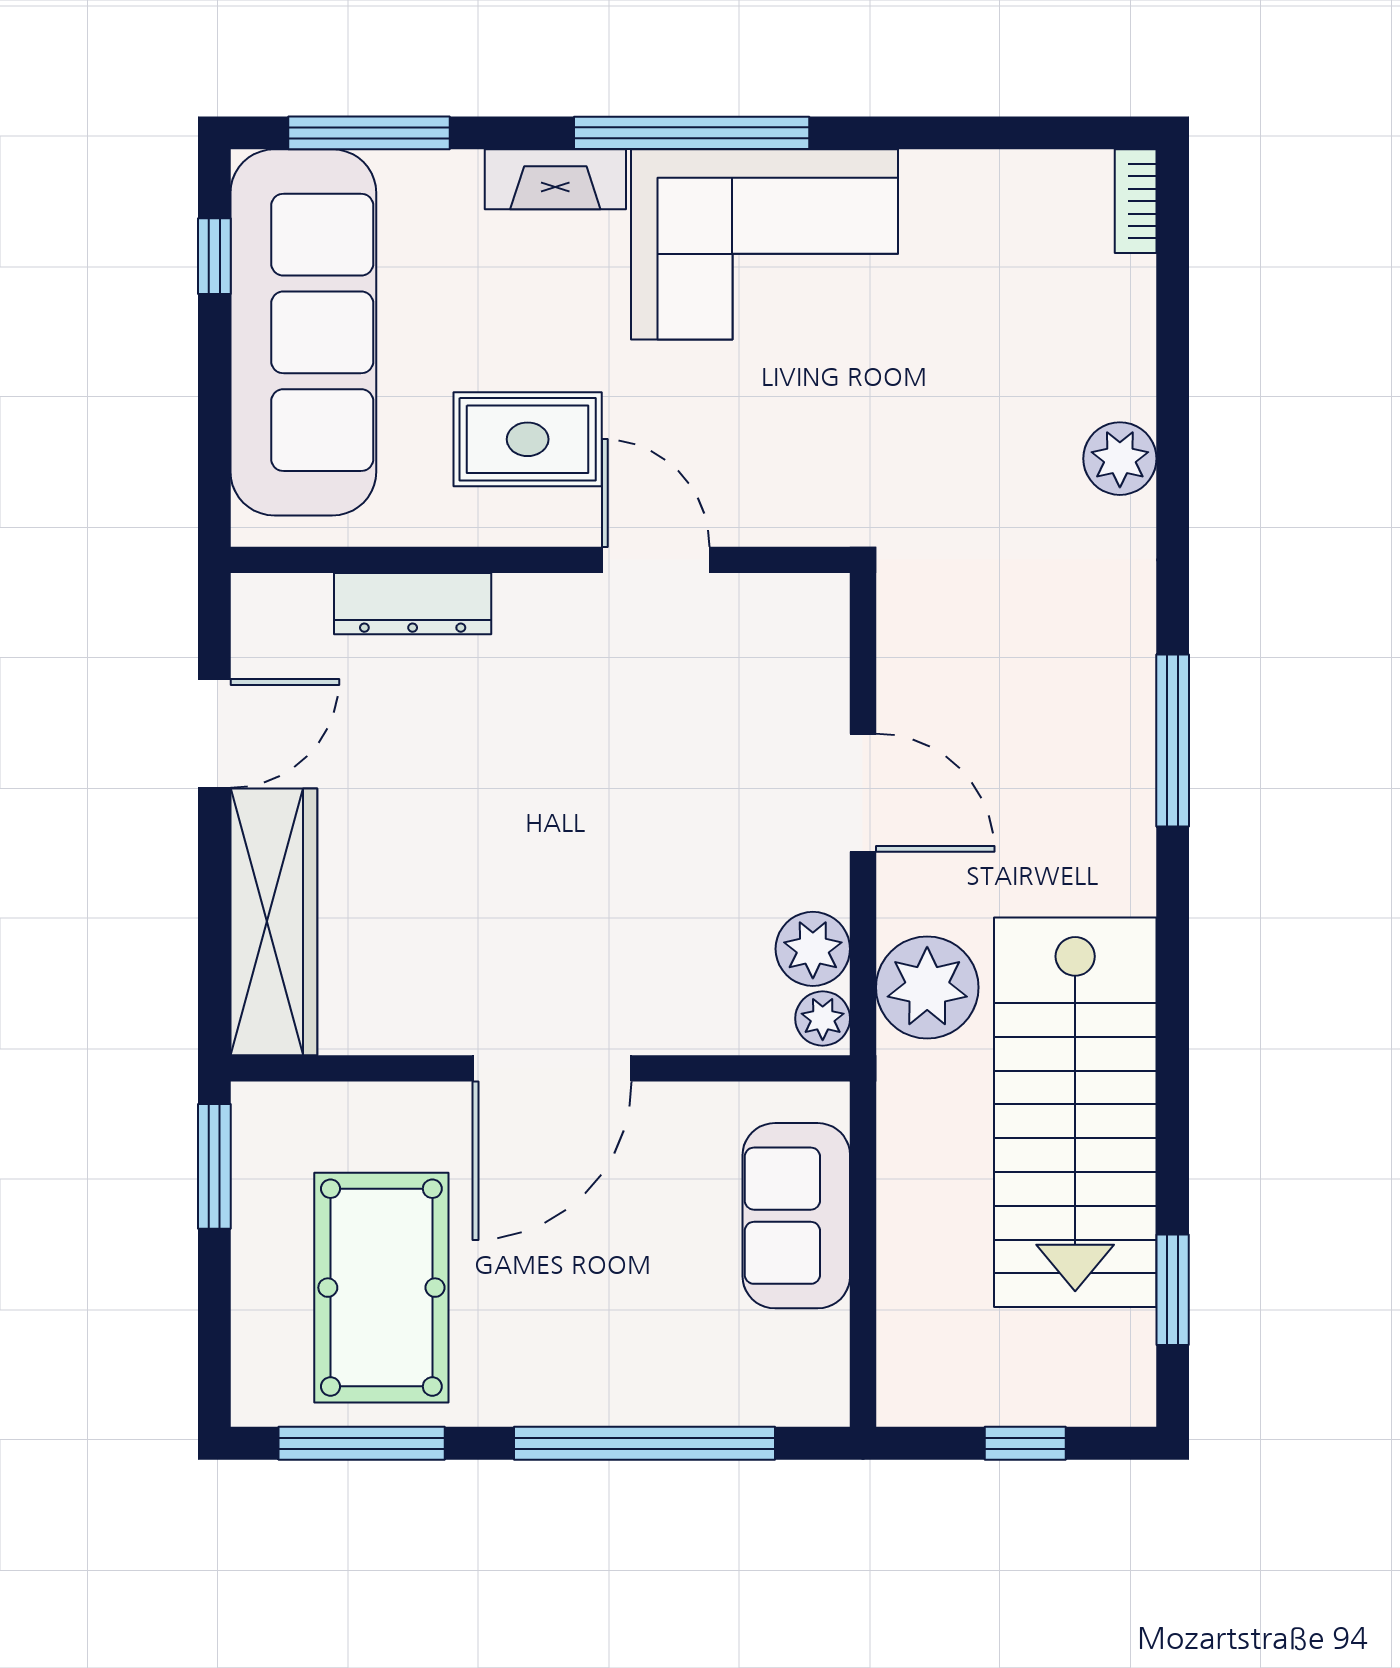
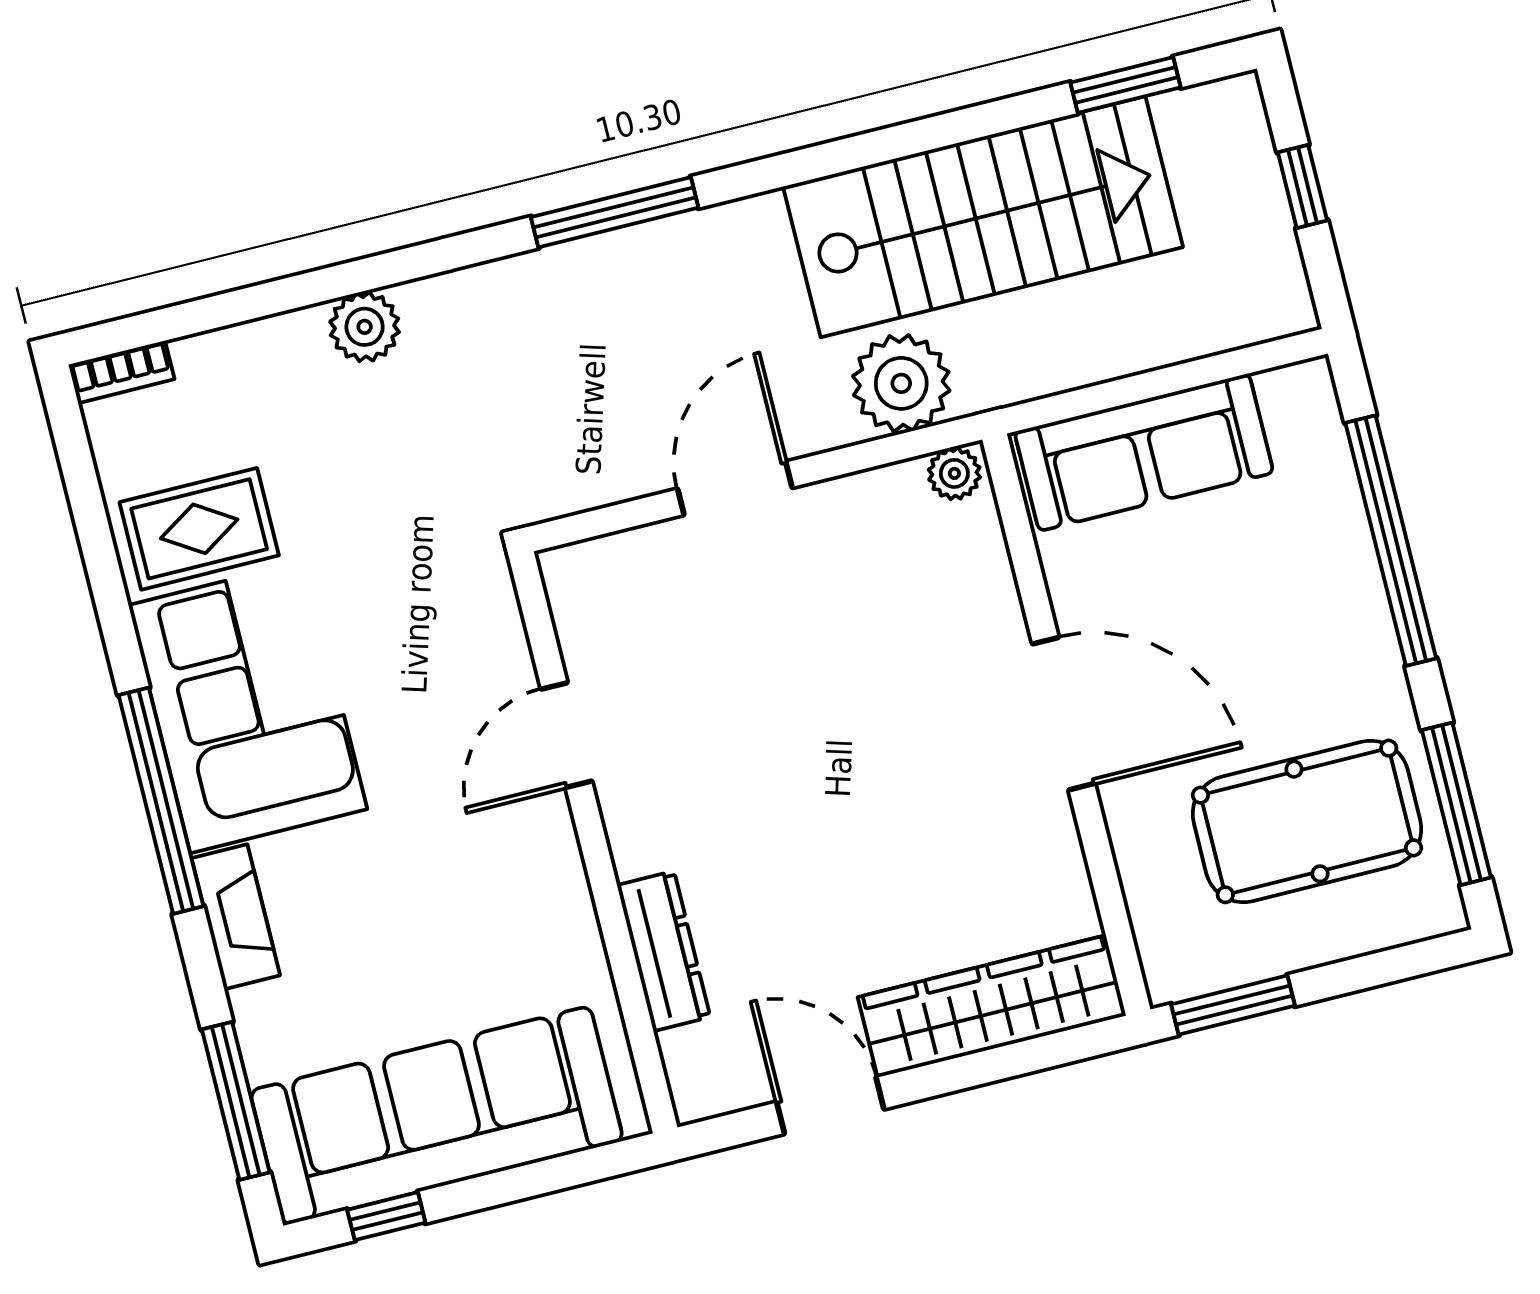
rug: (528, 439) -> (199, 529), moved, turned 90
plant: (813, 949) -> (892, 499), removed
sofa: (796, 1216) -> (1144, 452), width x1.36

